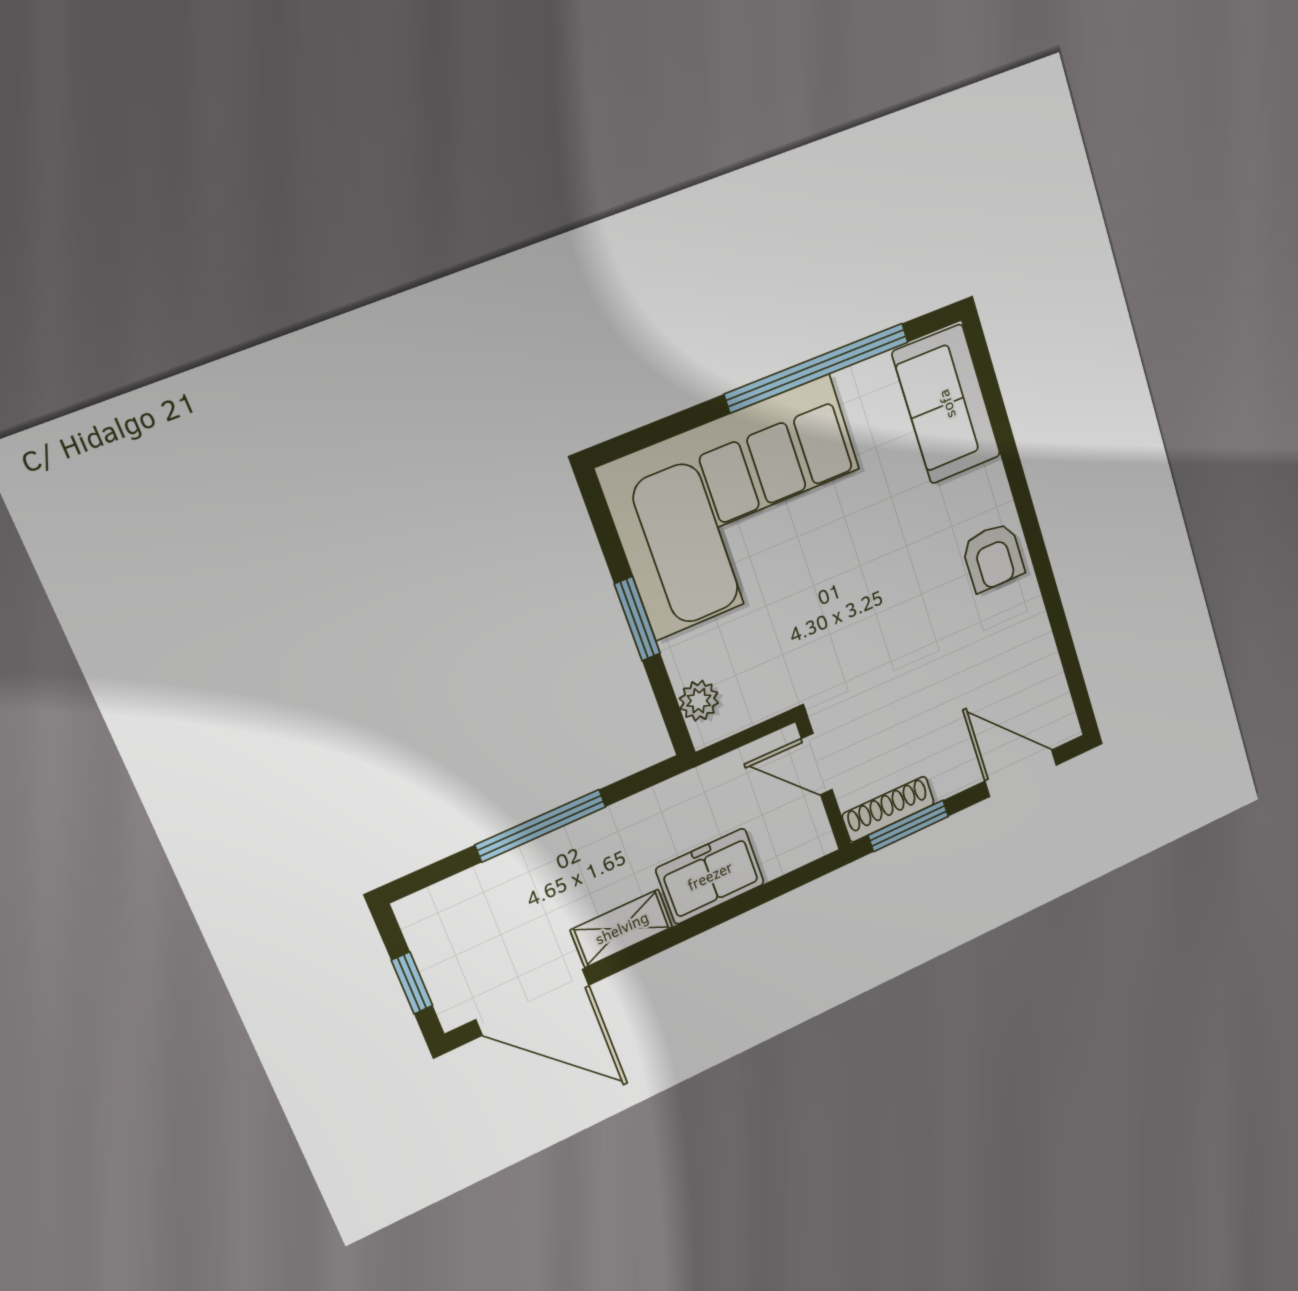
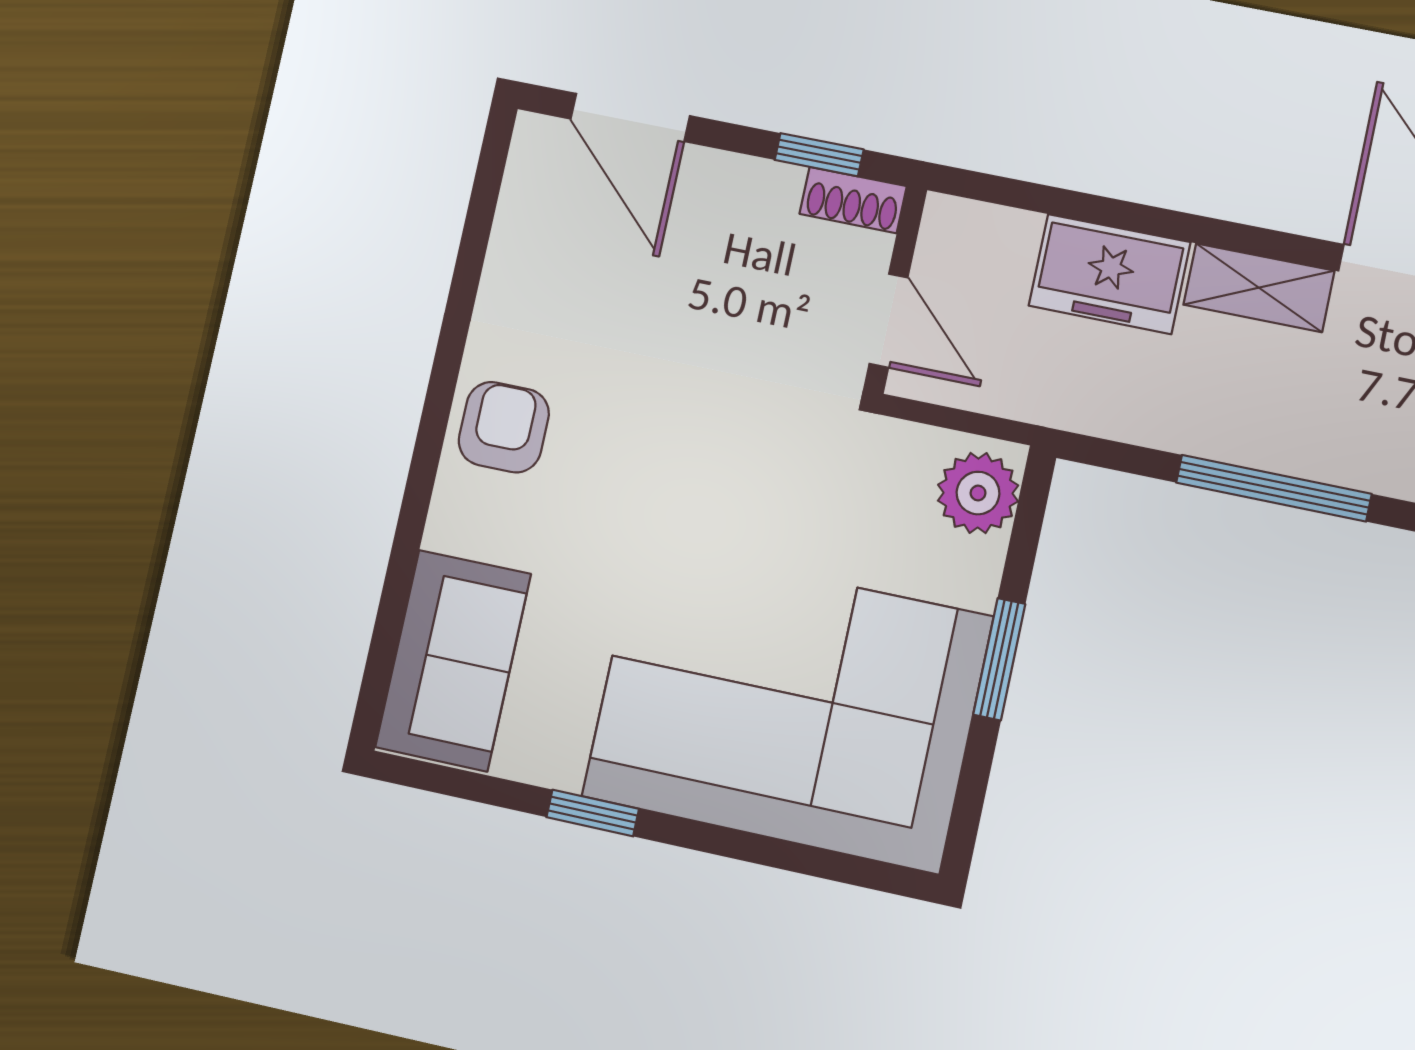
window: (817, 368) -> (593, 813), width x0.32
plant: (699, 701) -> (978, 493), width x1.38, depth x1.38
shoe rack: (888, 809) -> (853, 200), width x0.70
window: (908, 826) -> (819, 155), width x0.67

